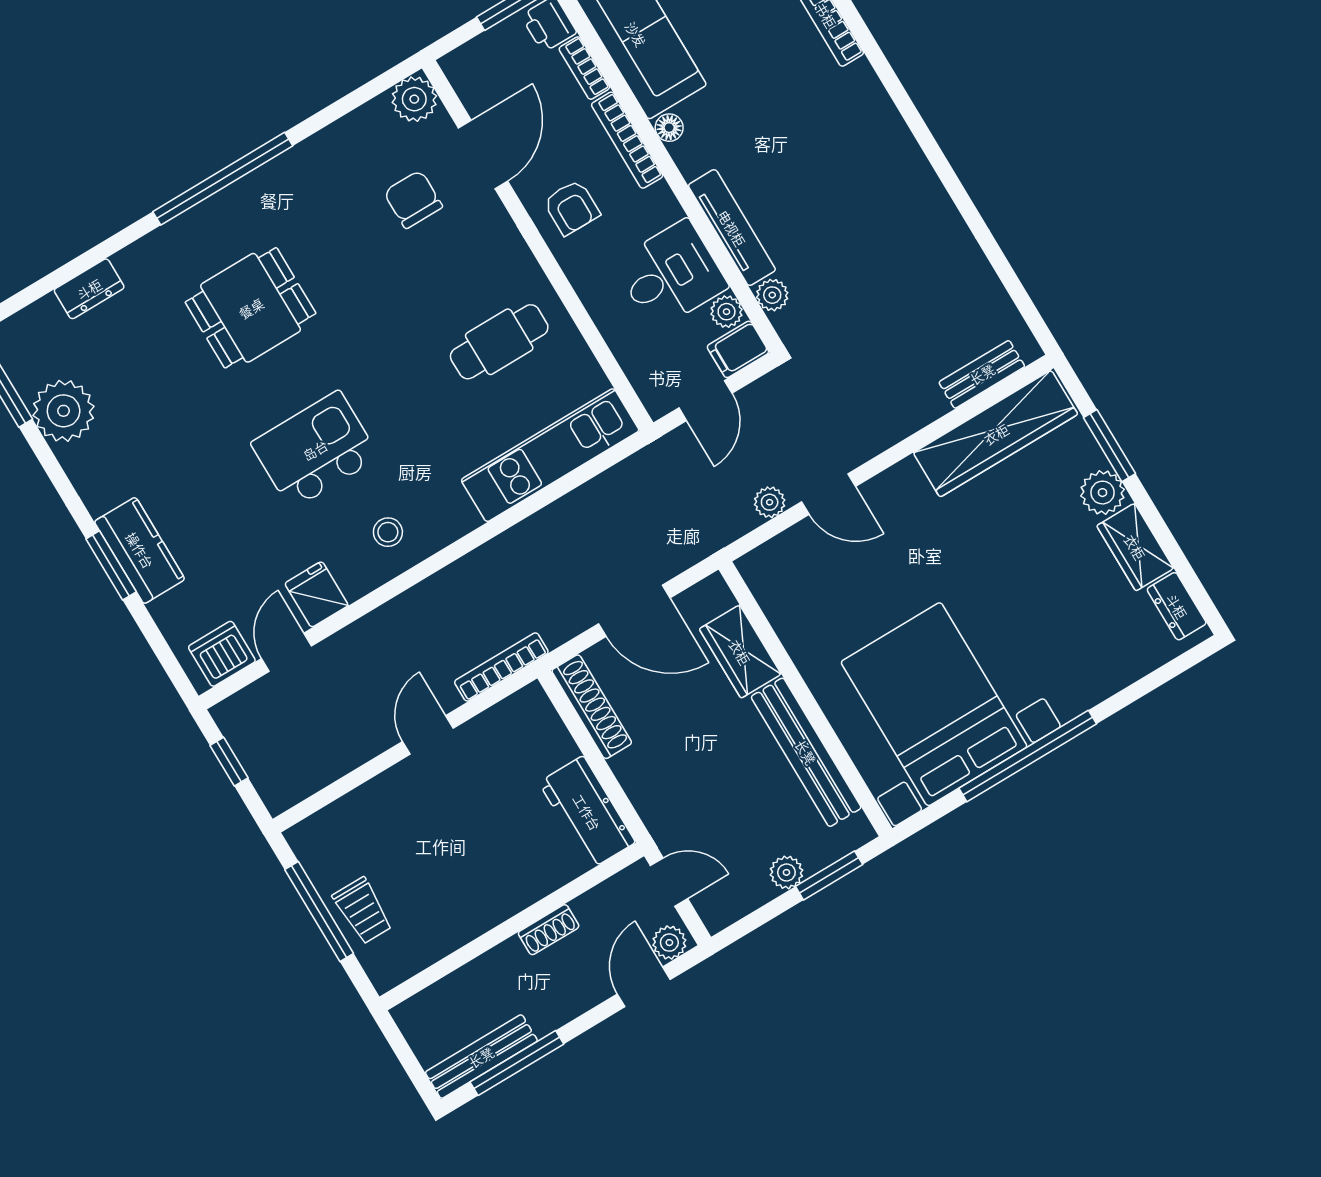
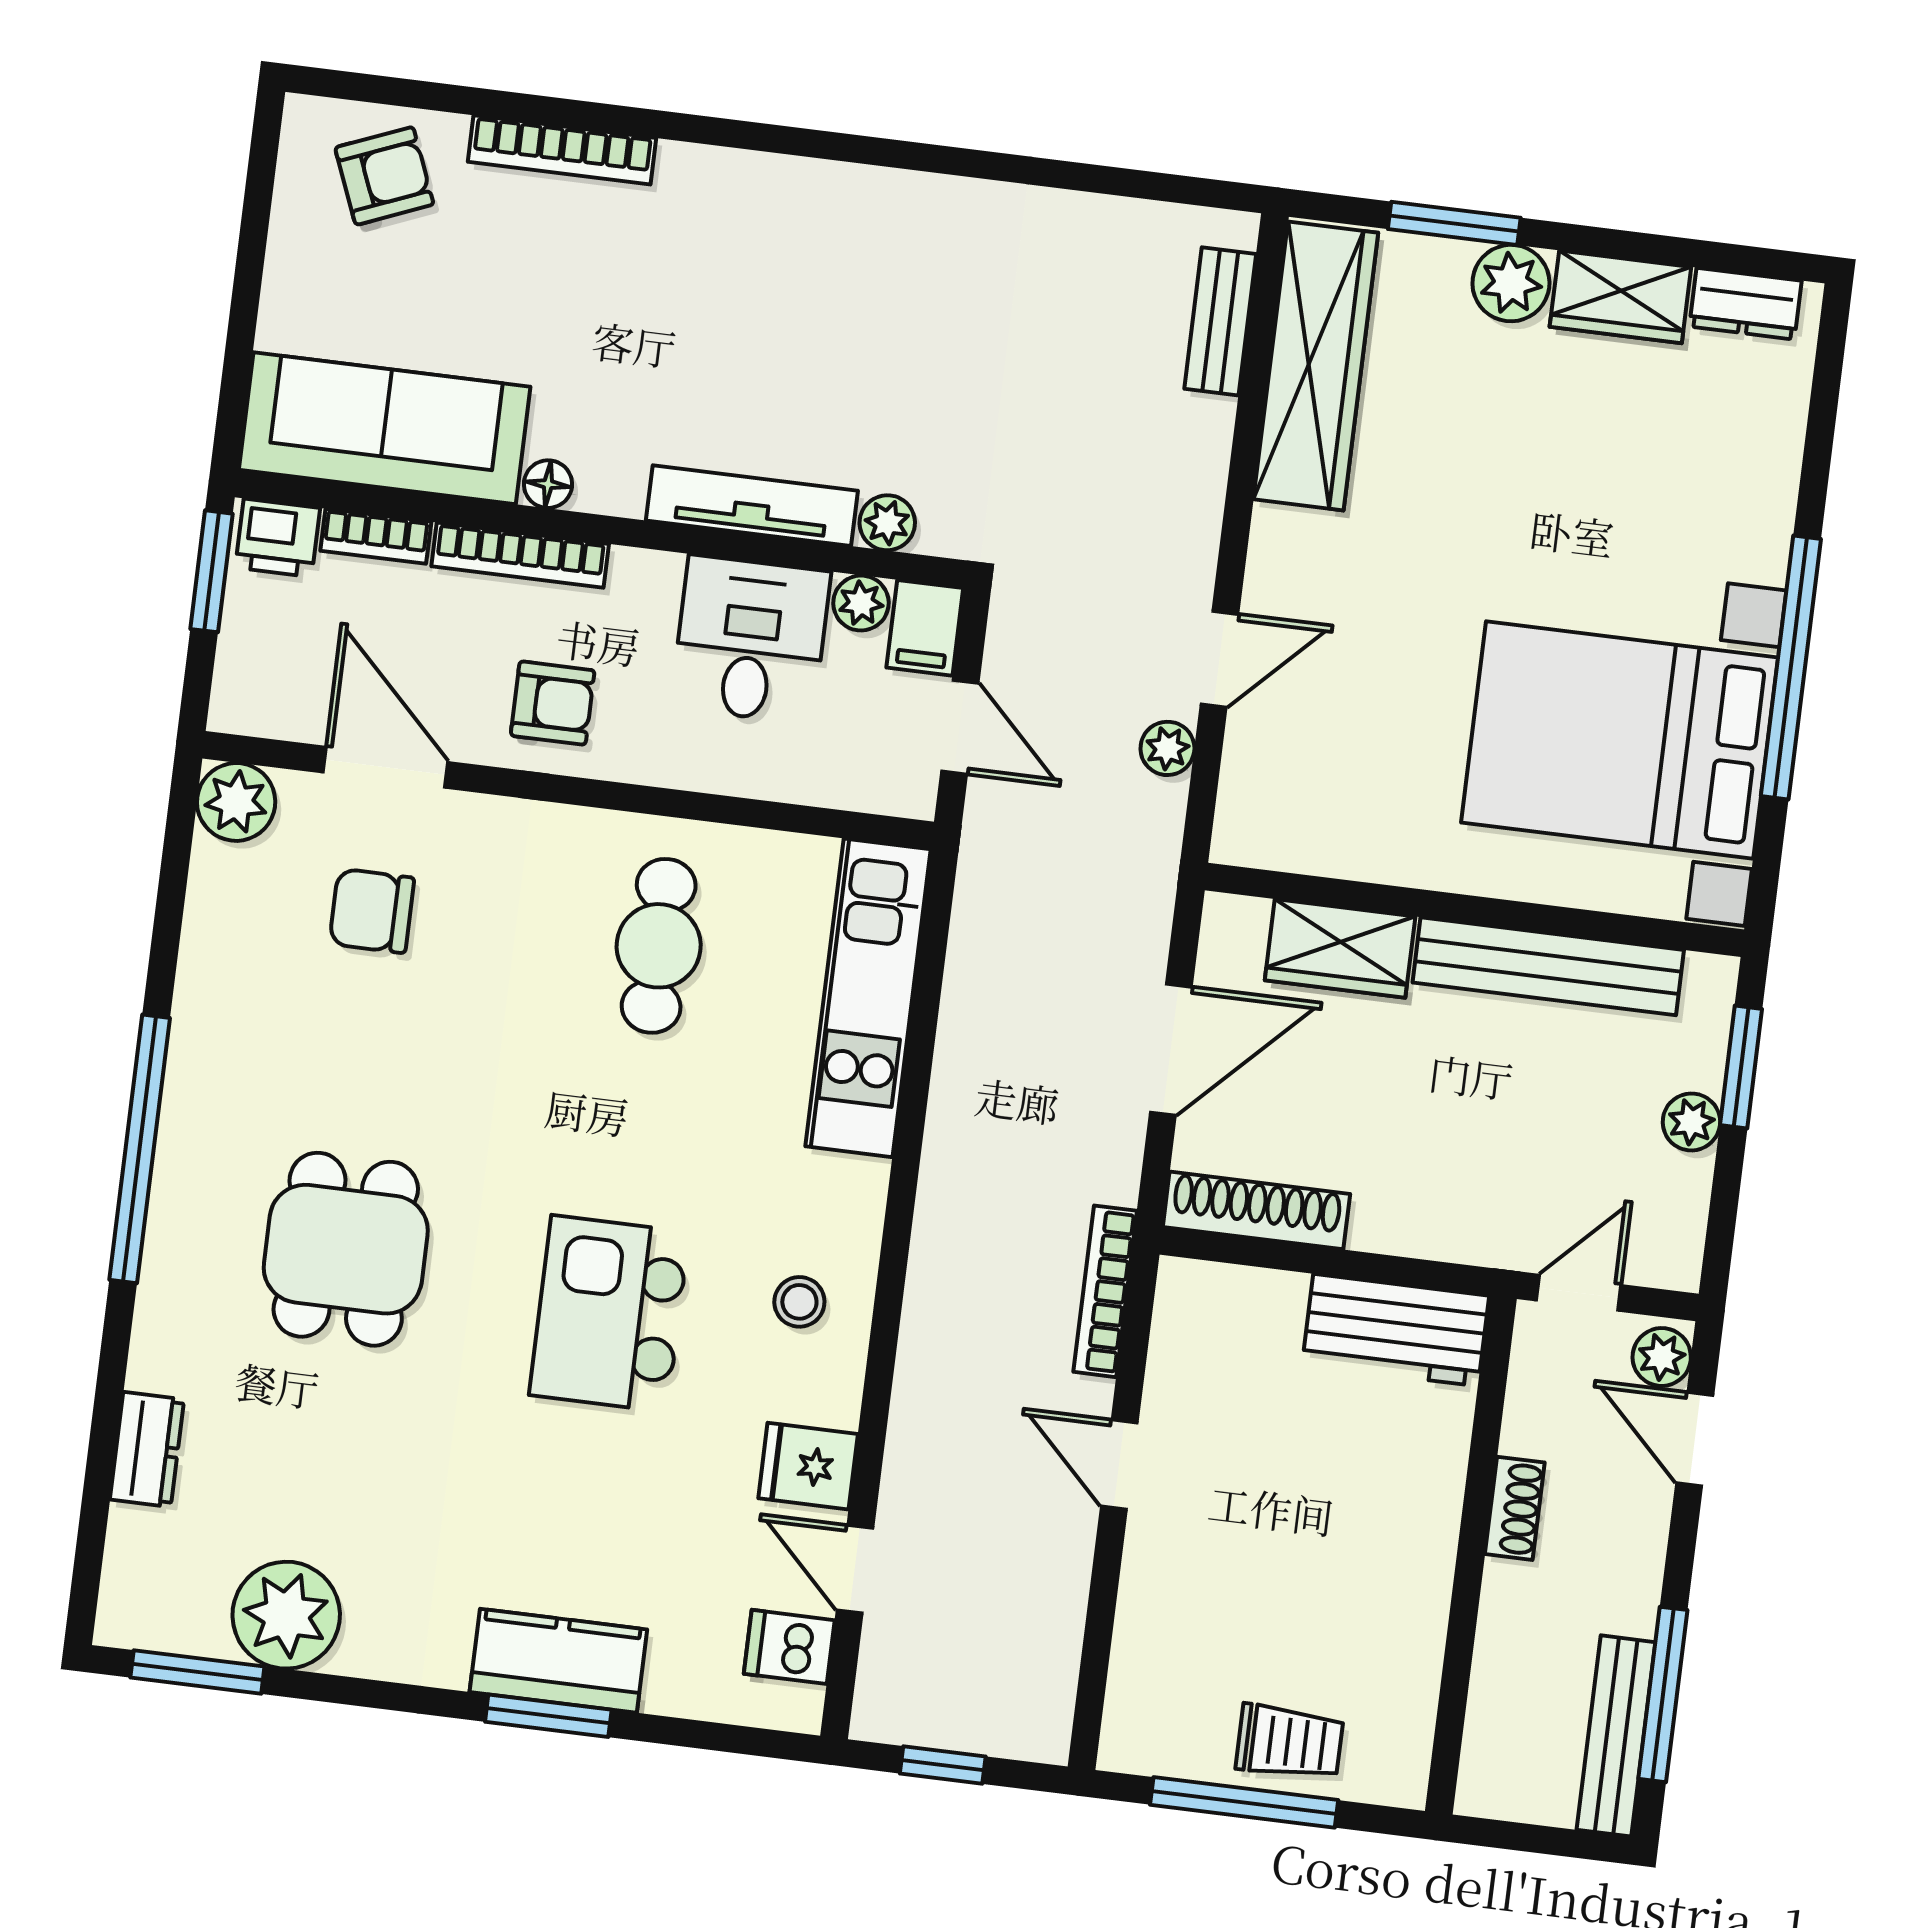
dishwasher: (222, 654) -> (789, 1647), width x0.73

